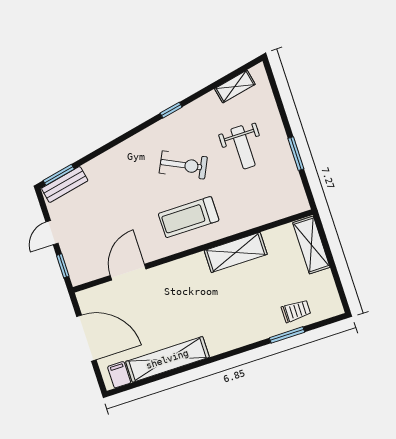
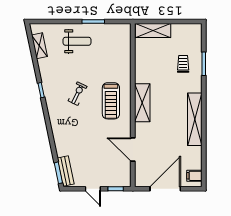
weight bench: (243, 147) -> (77, 41), moved
exercise bike: (183, 165) -> (78, 94), width x0.73, depth x0.72
shelving: (236, 252) -> (142, 103), moved
trolley: (296, 311) -> (183, 64), moved
shelving: (167, 359) -> (195, 119), moved

